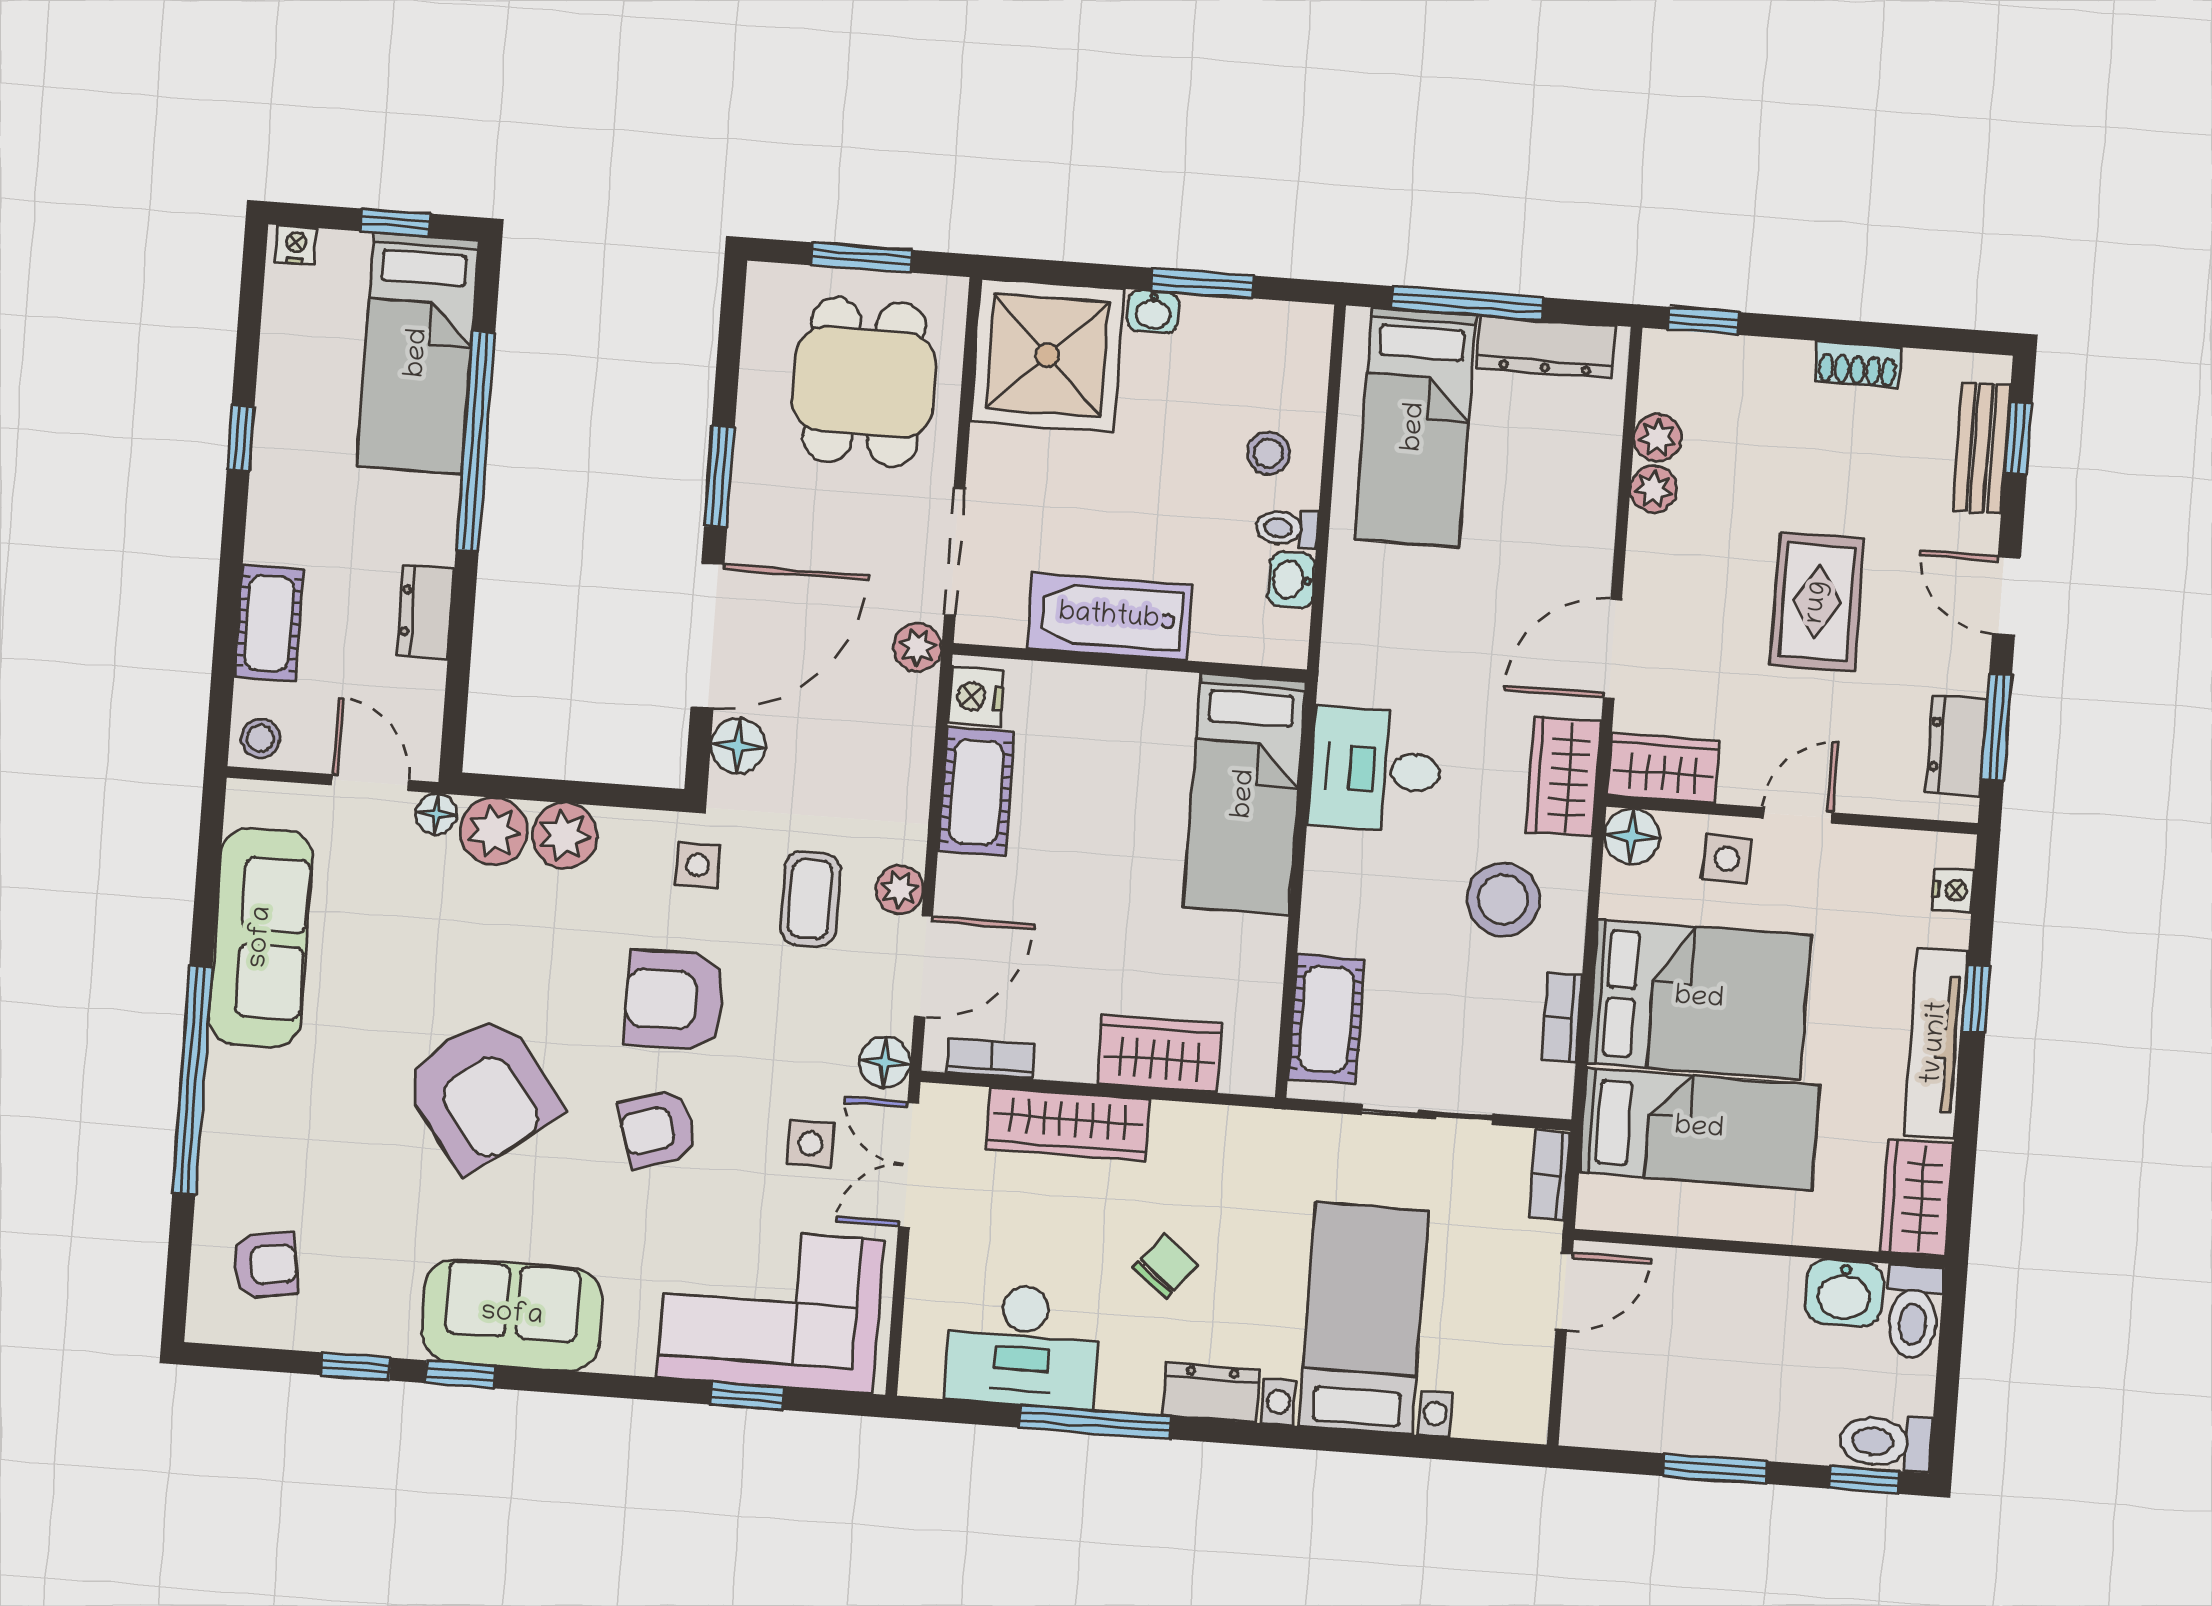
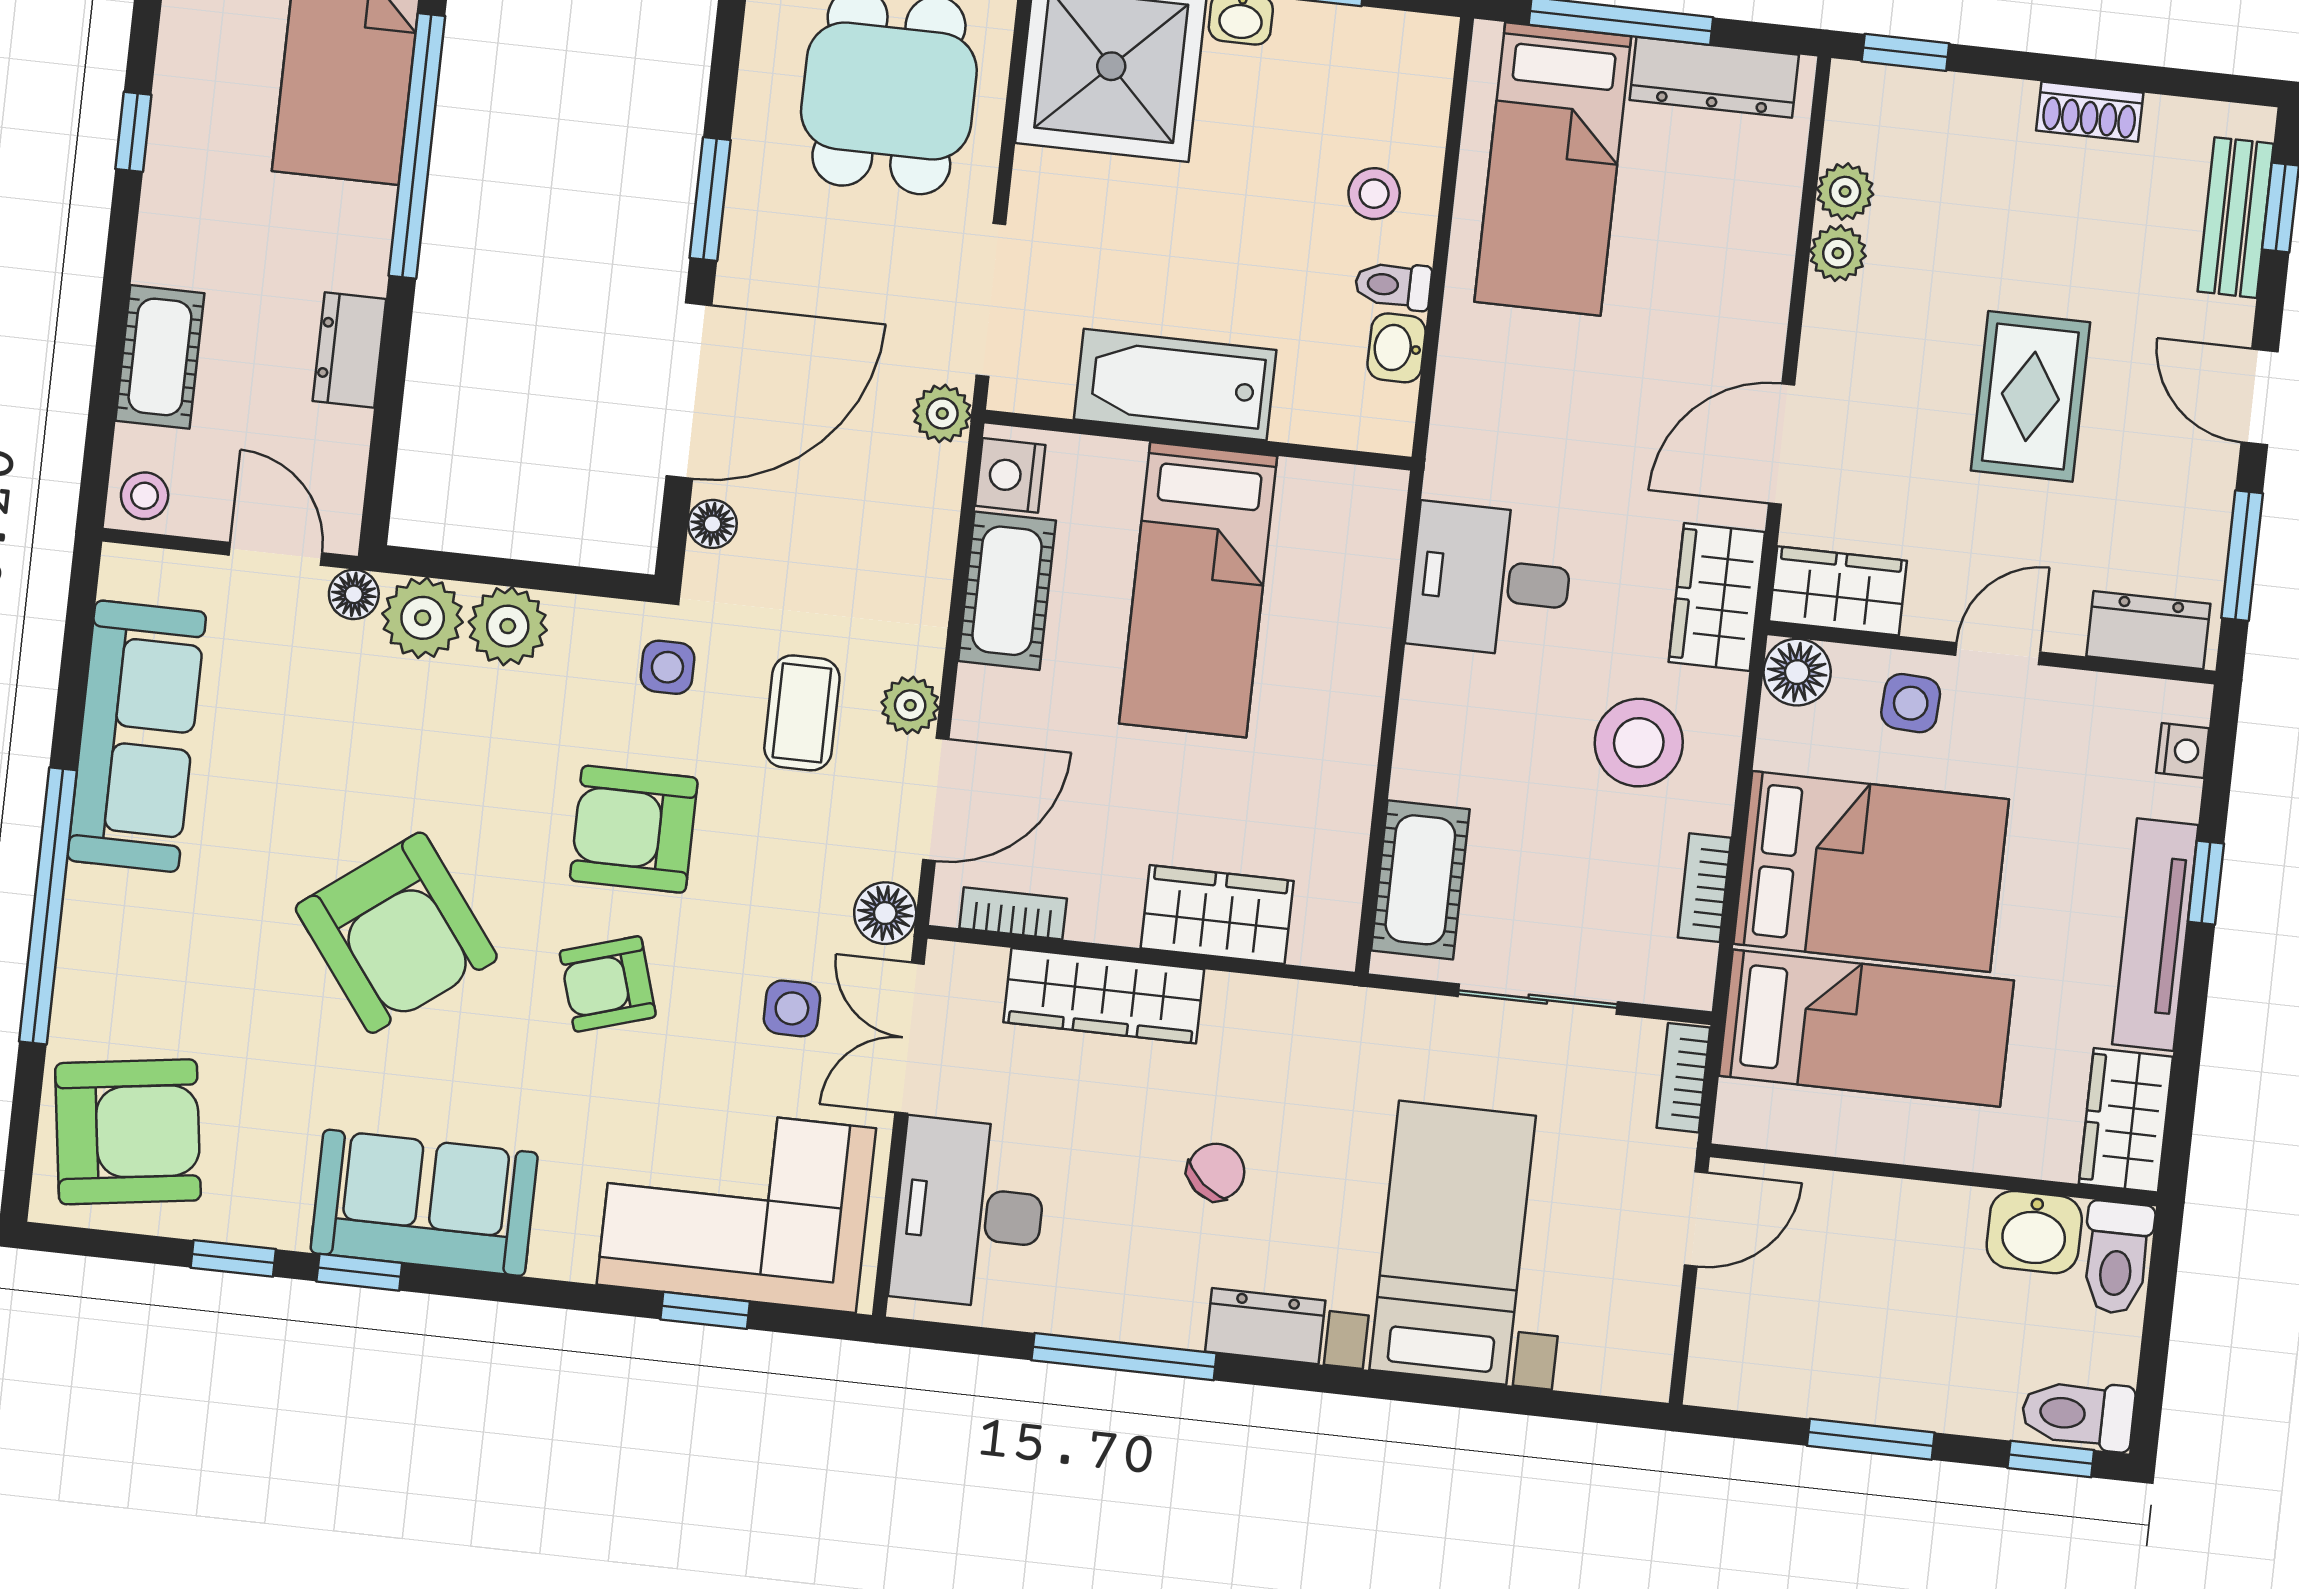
floor lamp: (738, 746) -> (712, 524), width x0.73, depth x0.73
dresser: (1956, 746) -> (2148, 630), moved, turned 90
bed: (1245, 794) -> (1198, 590), moved
armchair: (265, 1265) -> (128, 1132), width x1.88, depth x1.88
desk: (1023, 1346) -> (969, 1213), moved, turned 90

